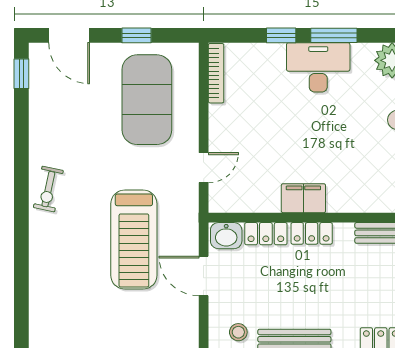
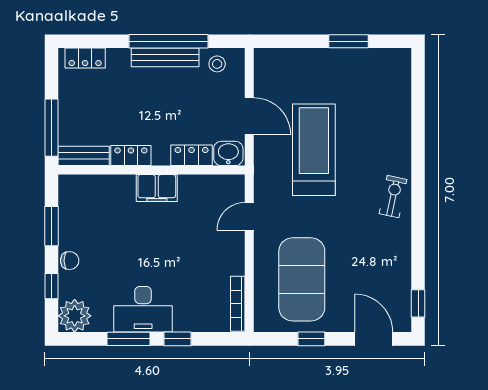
locker: (312, 233) -> (131, 155), moved

